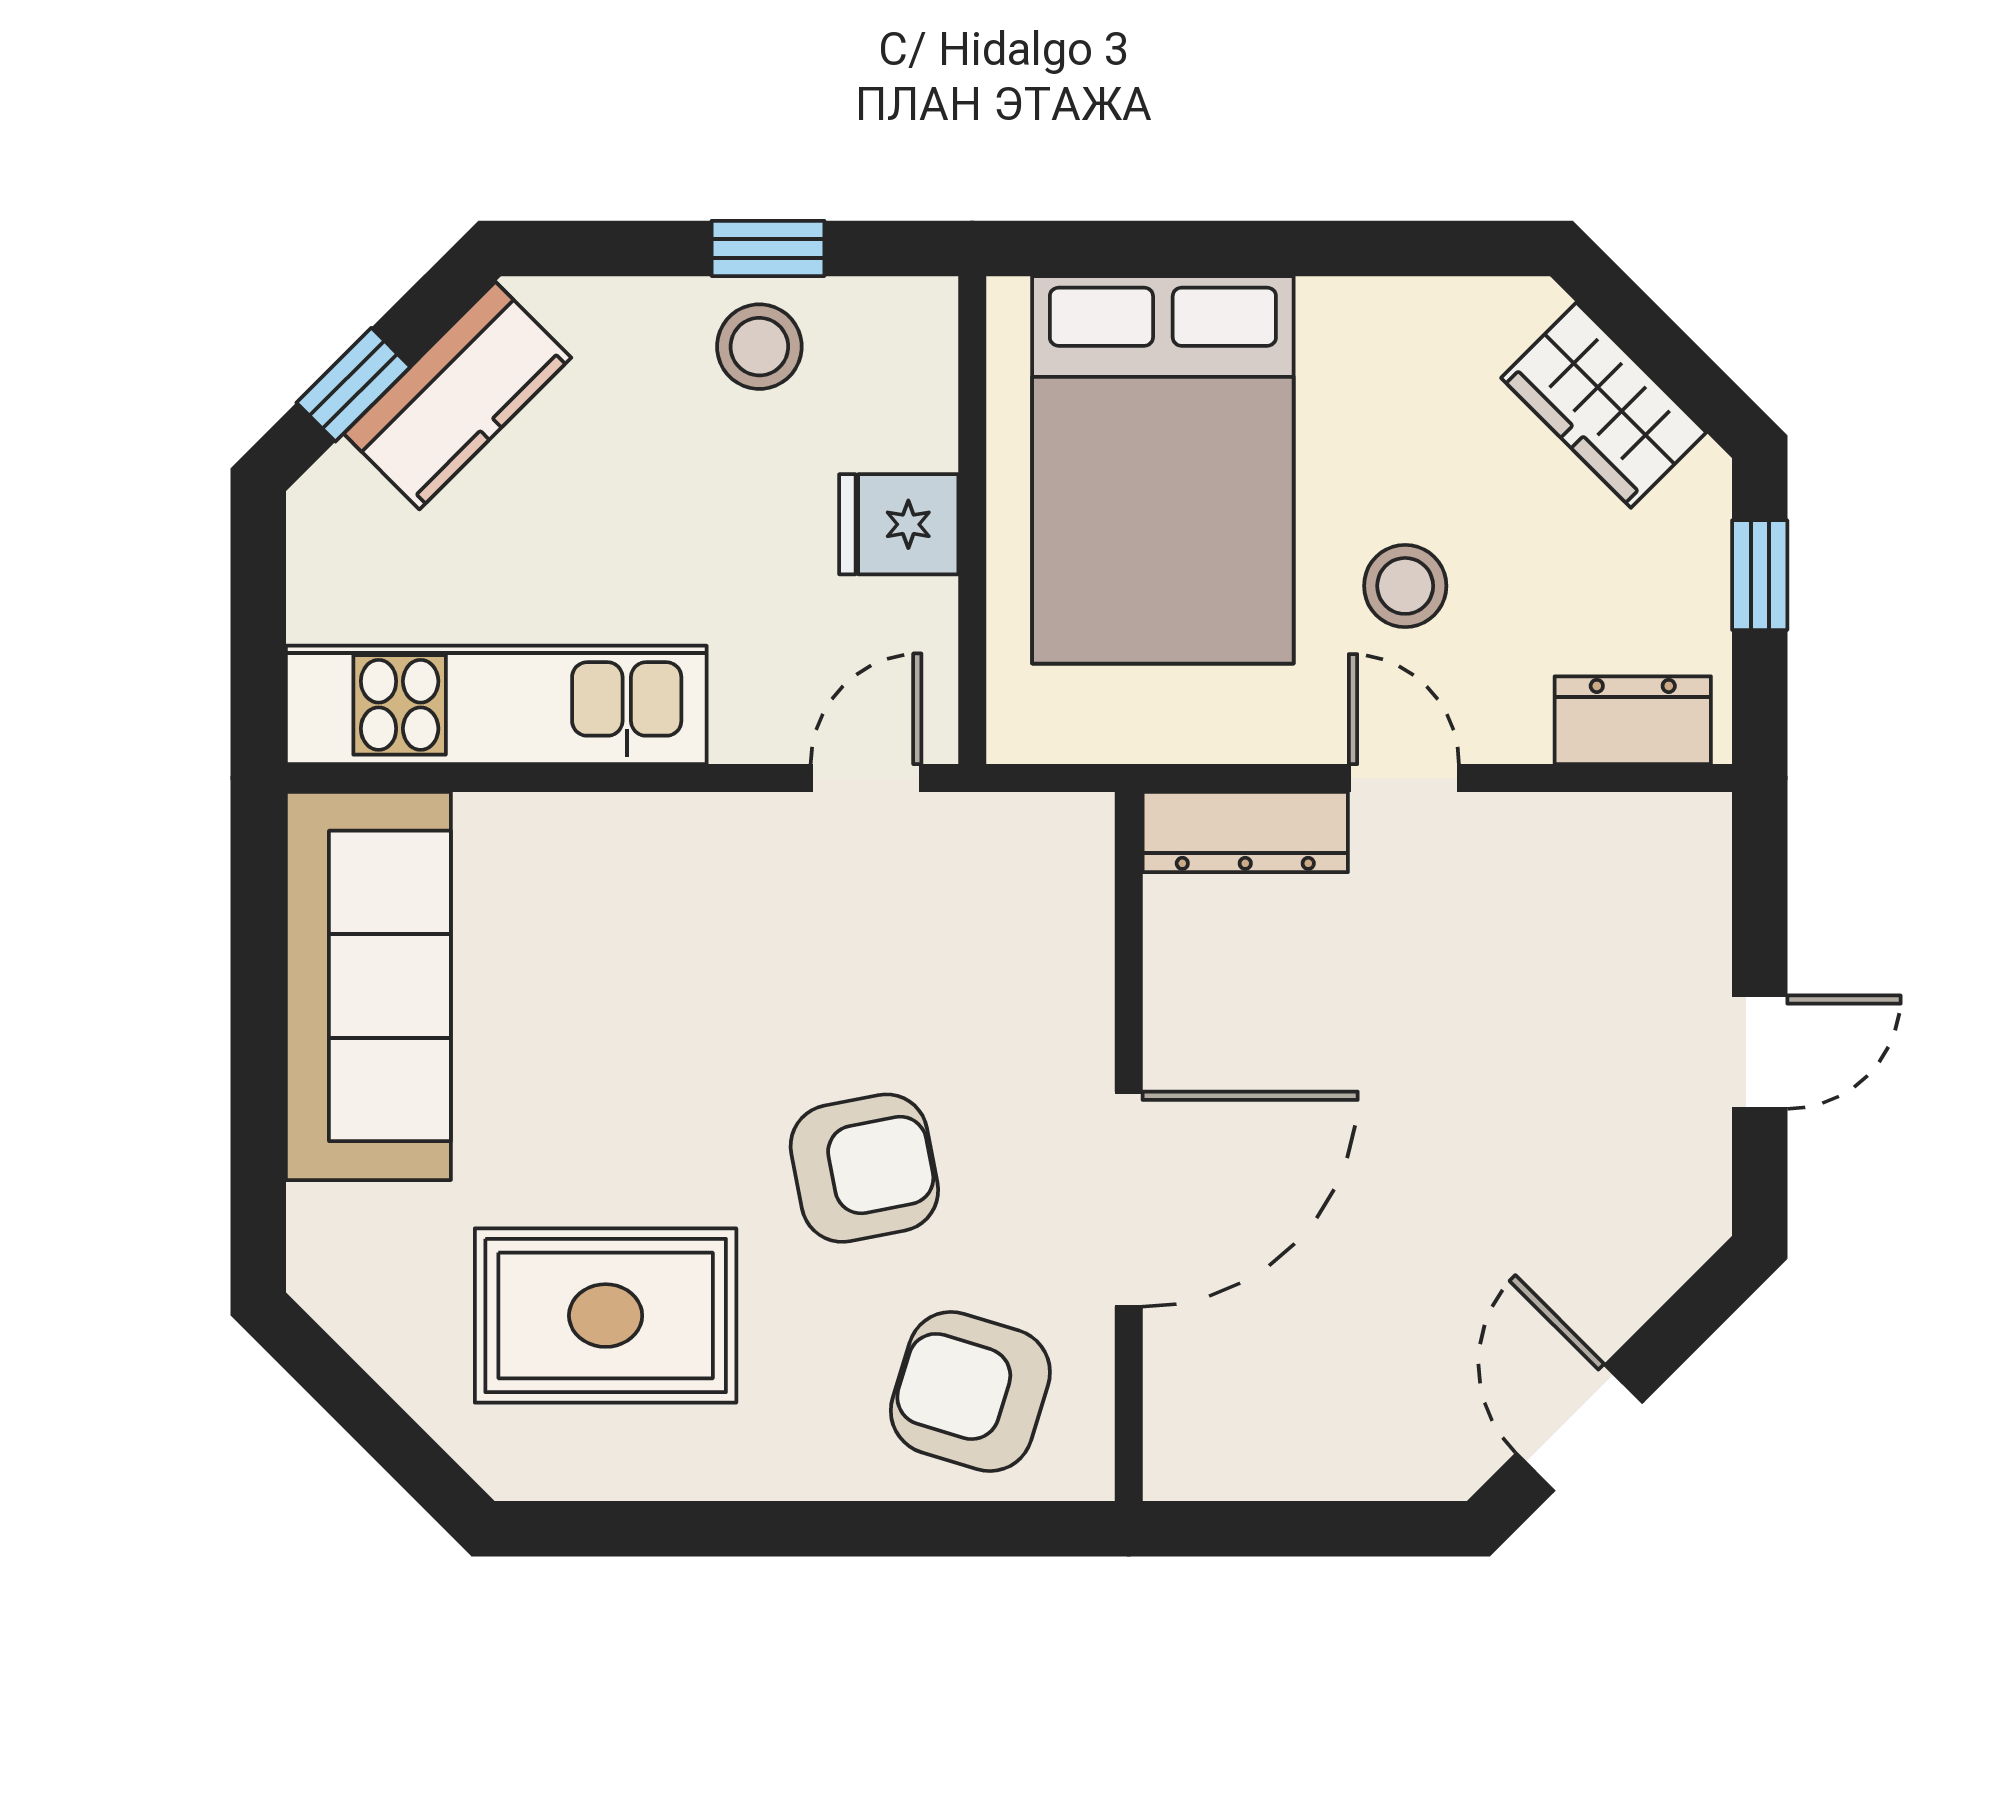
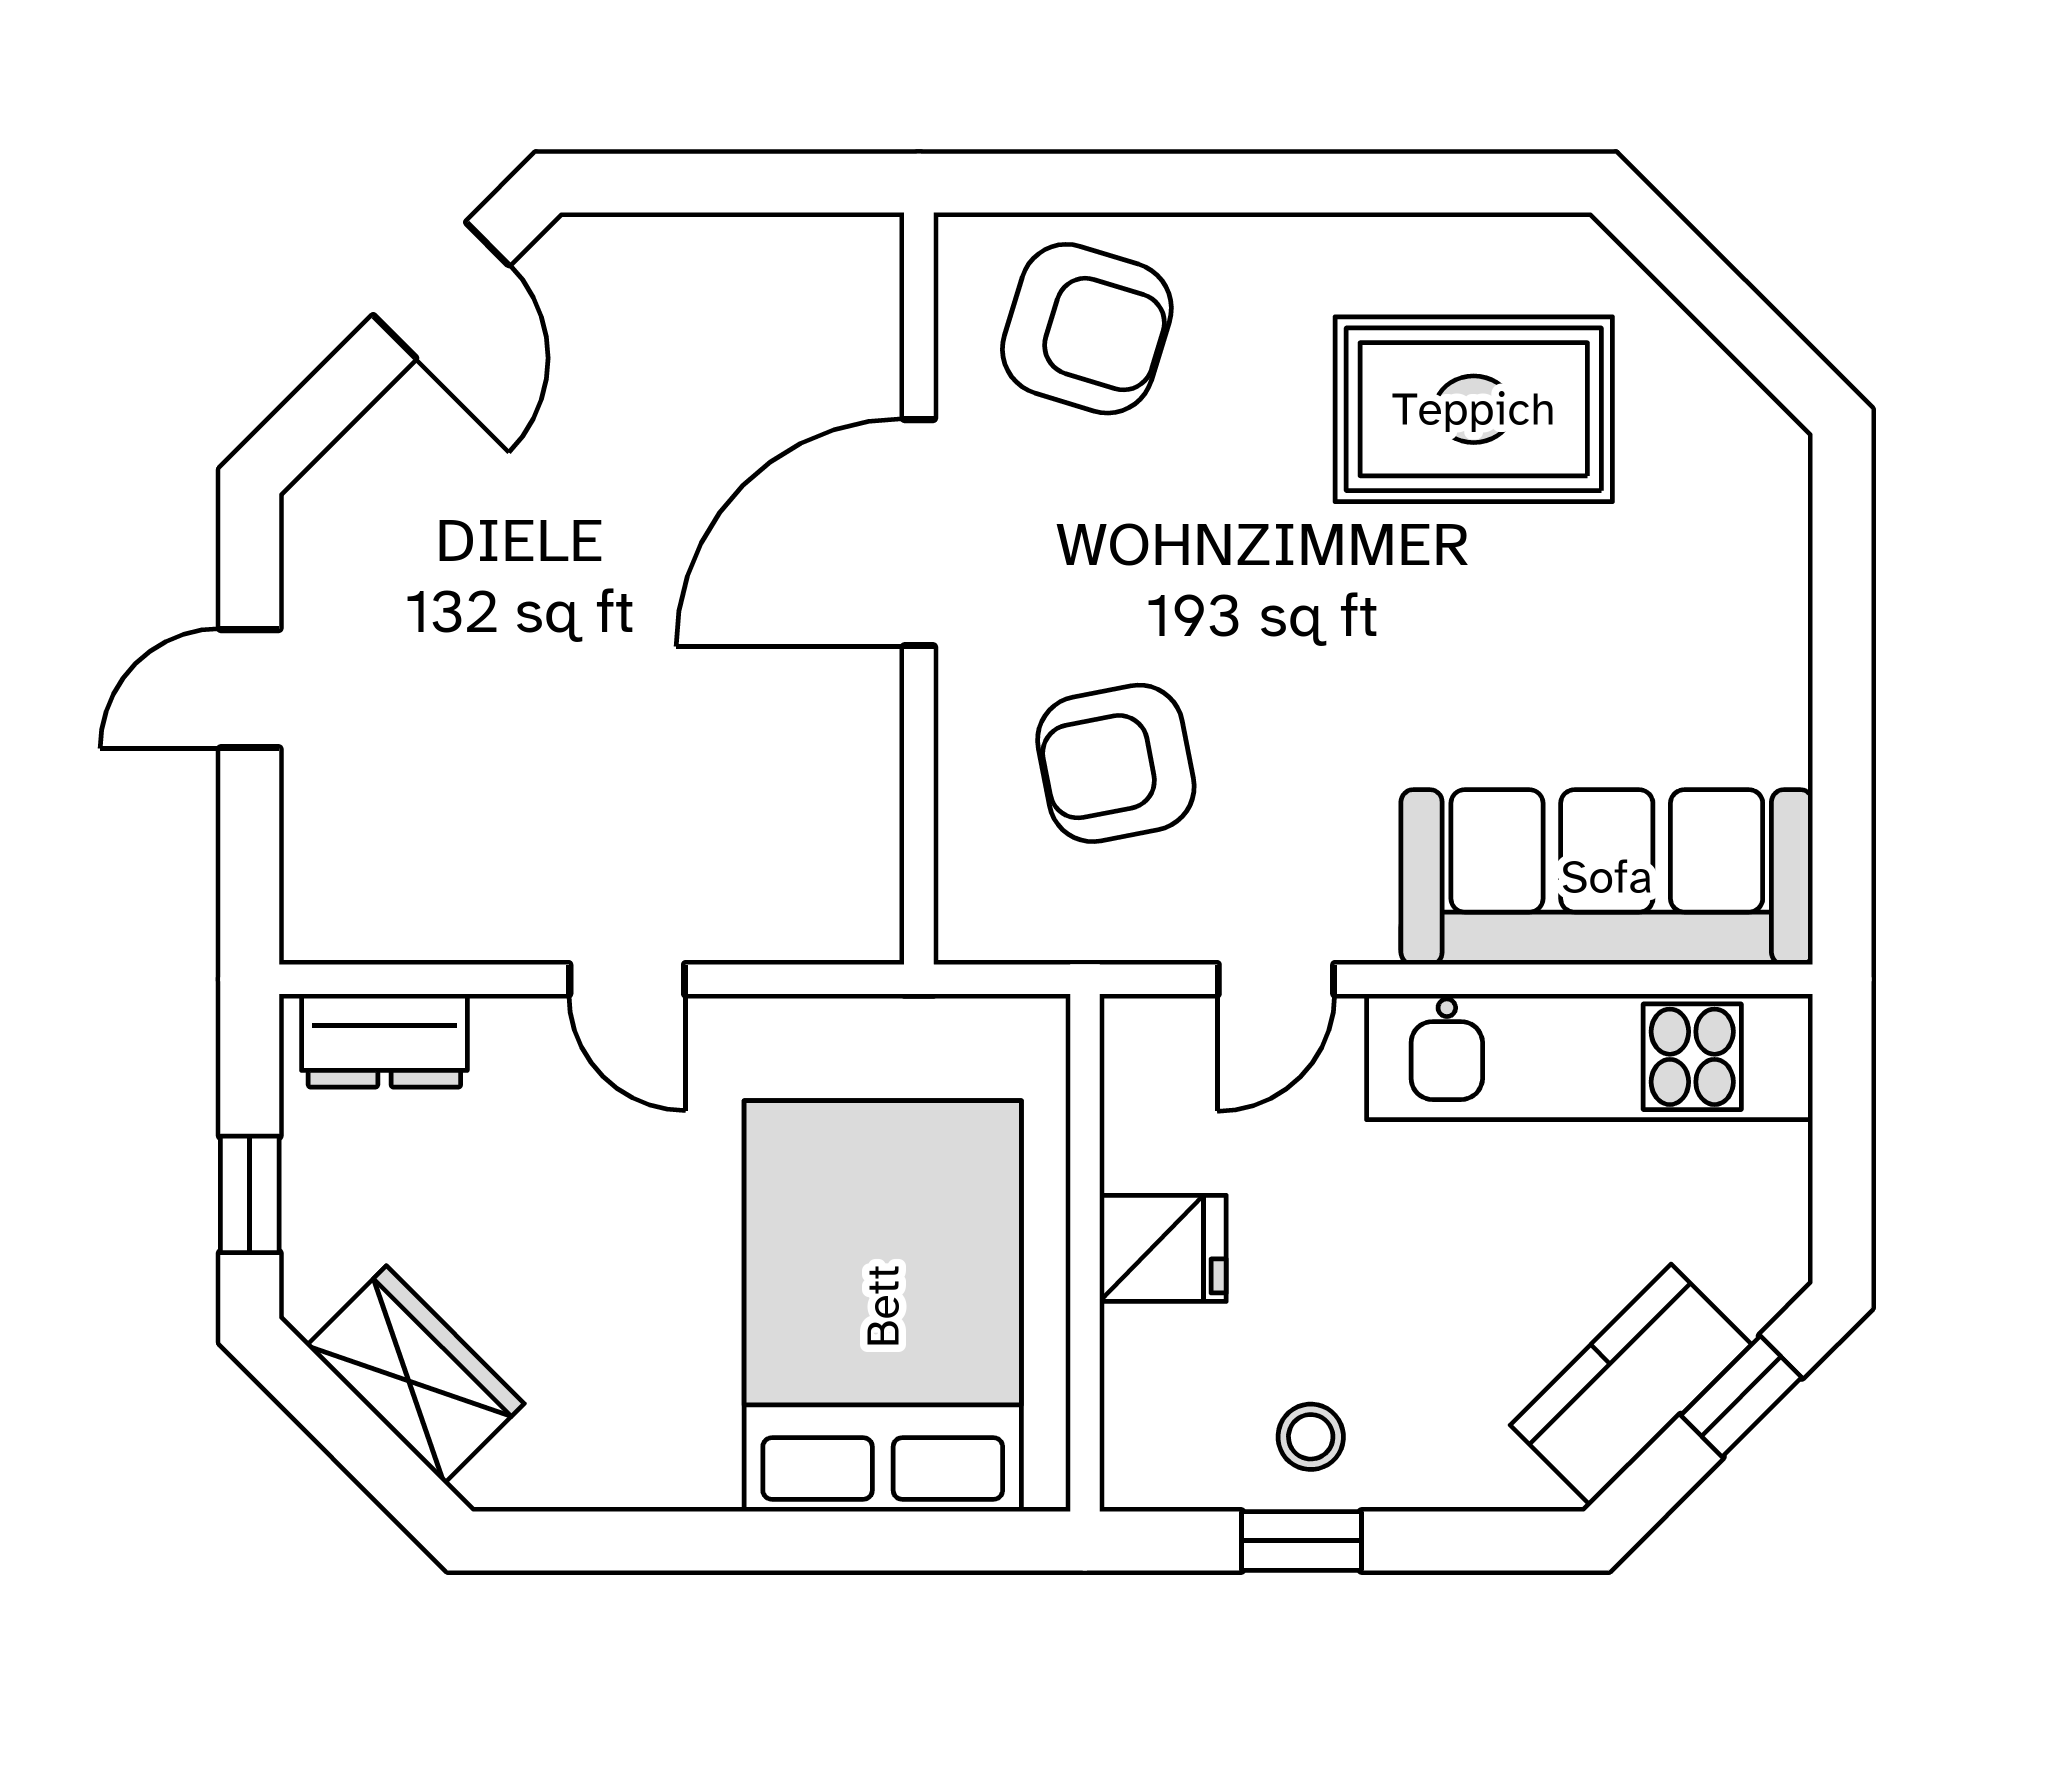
stool: (759, 347) -> (1311, 1437), width x0.73, depth x0.73
stool: (1405, 586) -> (626, 1183), removed
door: (866, 778) -> (1276, 979), moved
dresser: (1245, 832) -> (795, 922), removed
sofa: (368, 986) -> (1607, 877), moved, turned 90
armchair: (864, 1168) -> (1116, 763), moved

